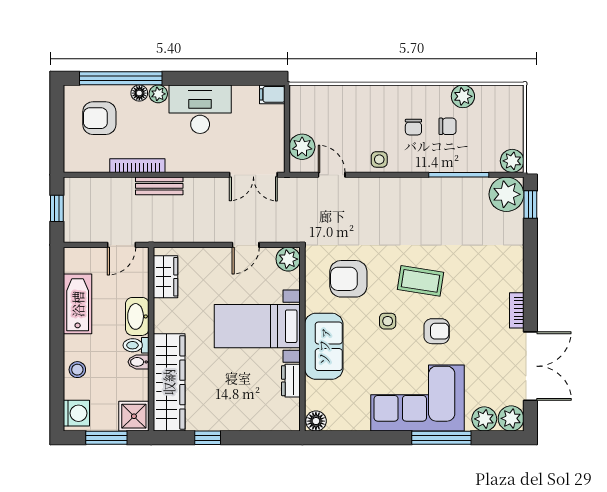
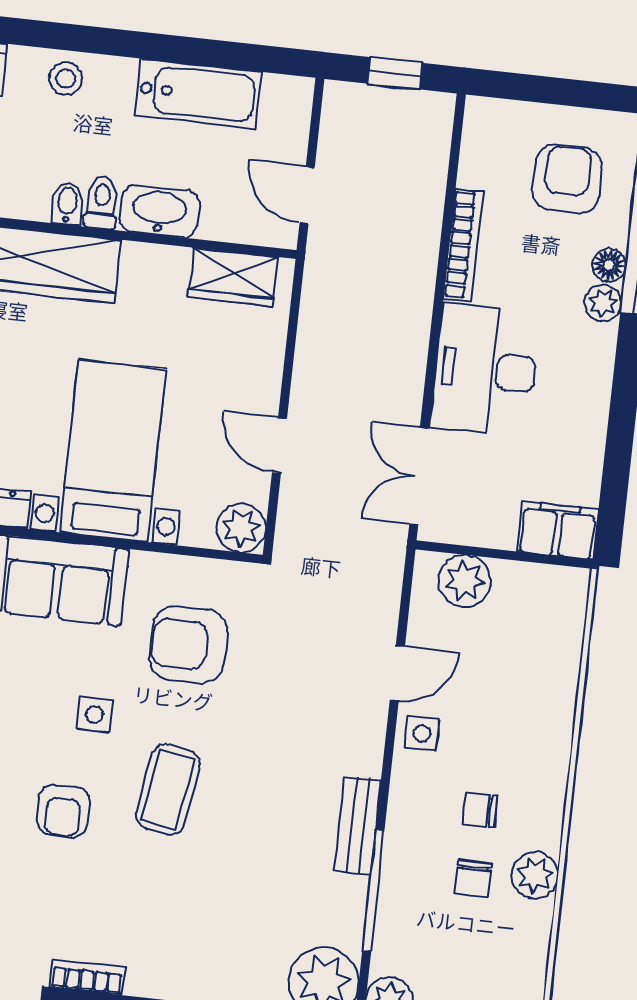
filing cabinet: (272, 94) -> (558, 530), width x2.00
plant: (463, 96) -> (535, 875), moved
desk: (200, 109) -> (485, 370), moved, turned 180
door: (332, 175) -> (397, 673), moved
bench: (159, 186) -> (358, 826), moved
armchair: (348, 279) -> (188, 645), turned -90

